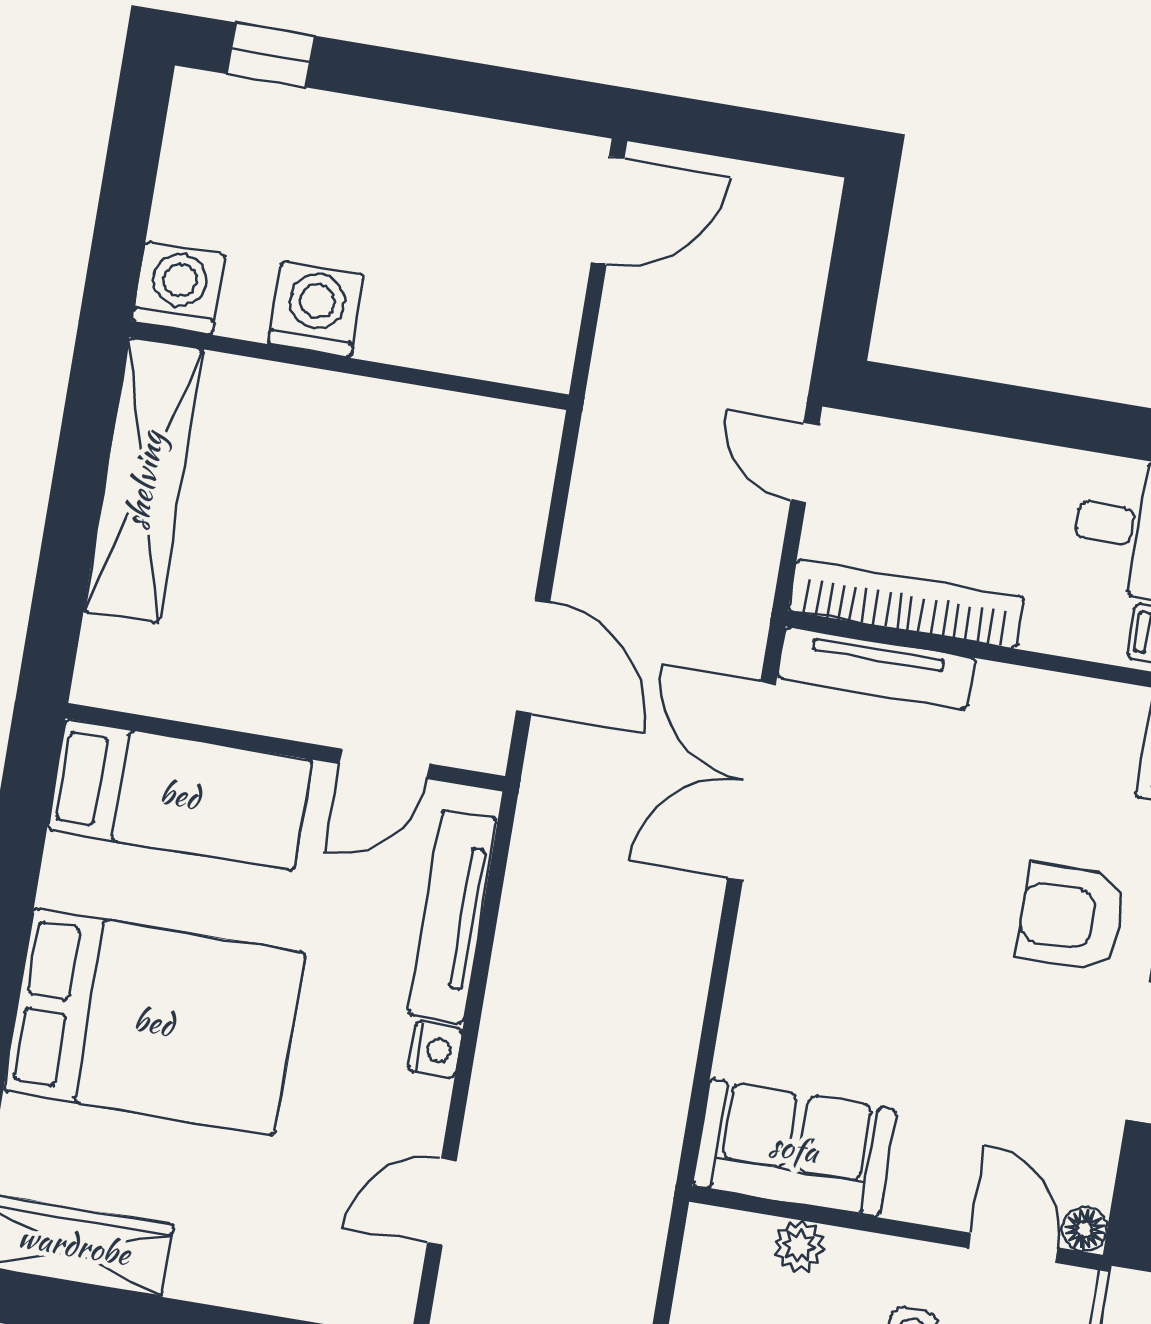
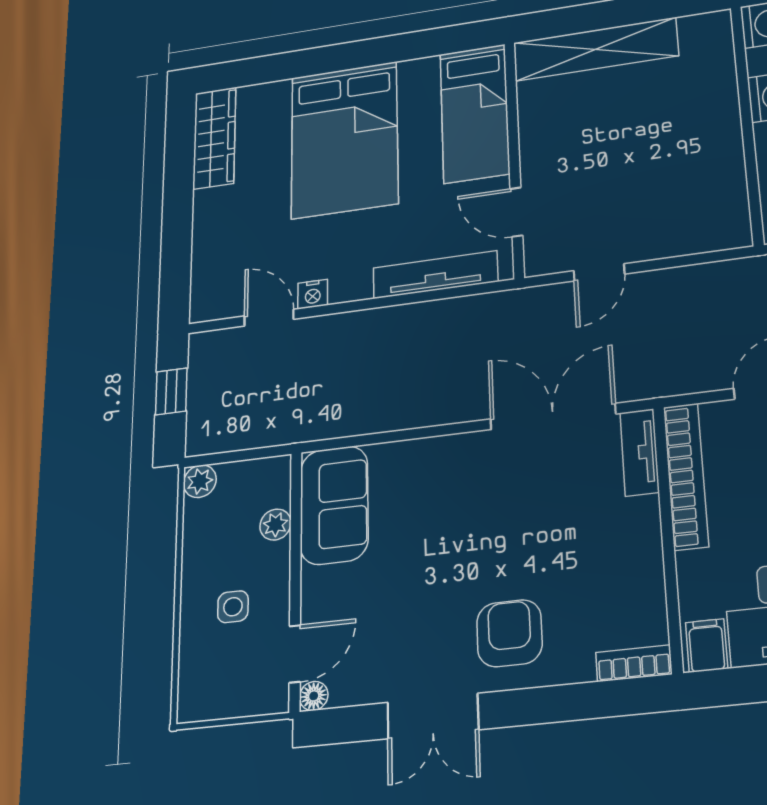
shelving: (144, 480) -> (595, 49), moved
door: (533, 657) -> (599, 272), width x0.73
tv unit: (876, 668) -> (639, 452), width x0.71
nightstand: (435, 1050) -> (313, 294), moved

